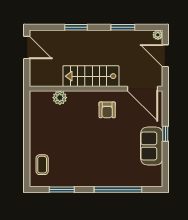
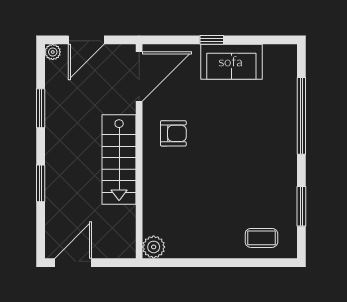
plant: (60, 98) -> (154, 247), moved

